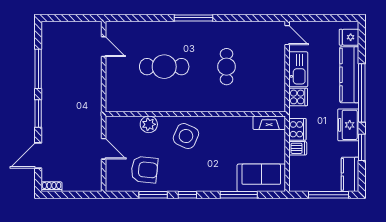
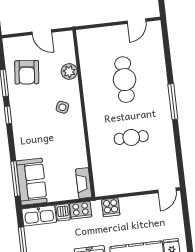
kitchen sink: (298, 69) -> (39, 216), moved
side table: (186, 136) -> (62, 107), width x0.54, depth x0.54
door: (104, 149) -> (42, 32), hinge flipped
window: (239, 195) -> (15, 179), moved

